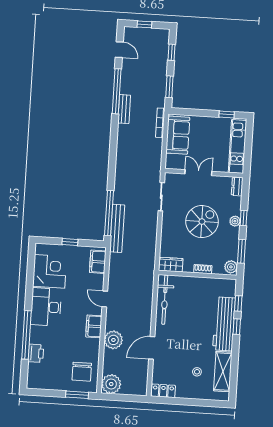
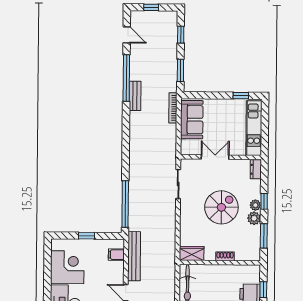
bench: (117, 228) -> (134, 256), moved
filing cabinet: (98, 262) -> (116, 255), width x0.50
plant: (231, 267) -> (254, 218), moved

